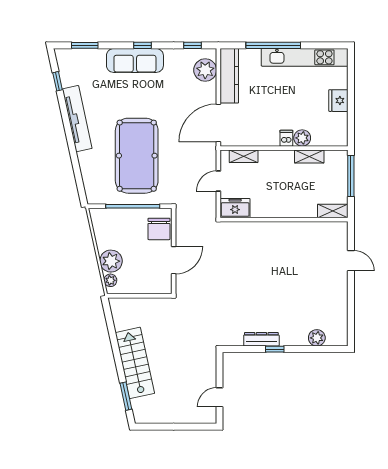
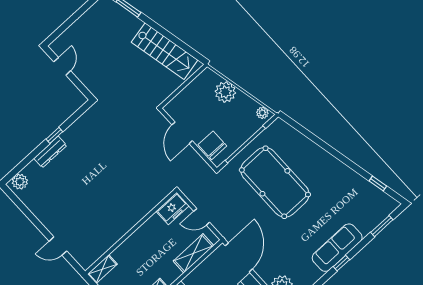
tv unit: (77, 119) -> (340, 170), removed
shelving: (244, 156) -> (193, 253), width x1.50, depth x1.33
door: (218, 181) -> (202, 217), swing flipped
plant: (110, 280) -> (262, 113), moved
plant: (317, 338) -> (20, 182), moved
dresser: (261, 339) -> (50, 152), moved
stairs: (135, 363) -> (165, 51), moved

